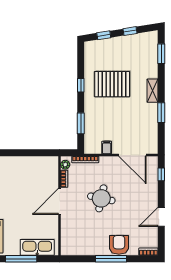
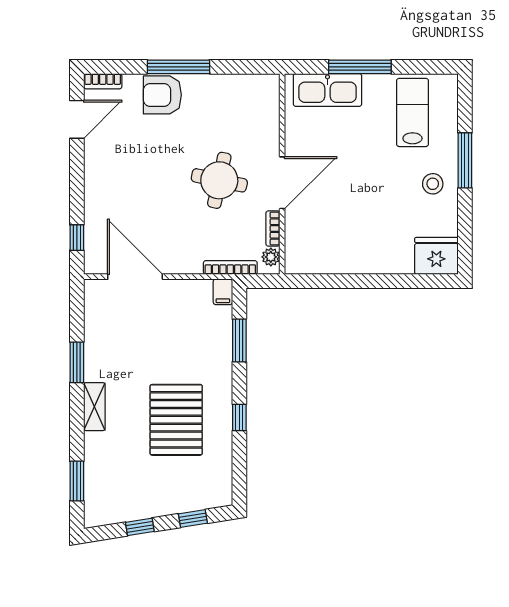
pallet: (112, 84) -> (176, 420), turned 90
filing cabinet: (107, 147) -> (223, 292), moved
round table: (101, 198) -> (219, 180), moved
door: (161, 217) -> (77, 119), moved
armchair: (119, 245) -> (162, 95), turned 90

